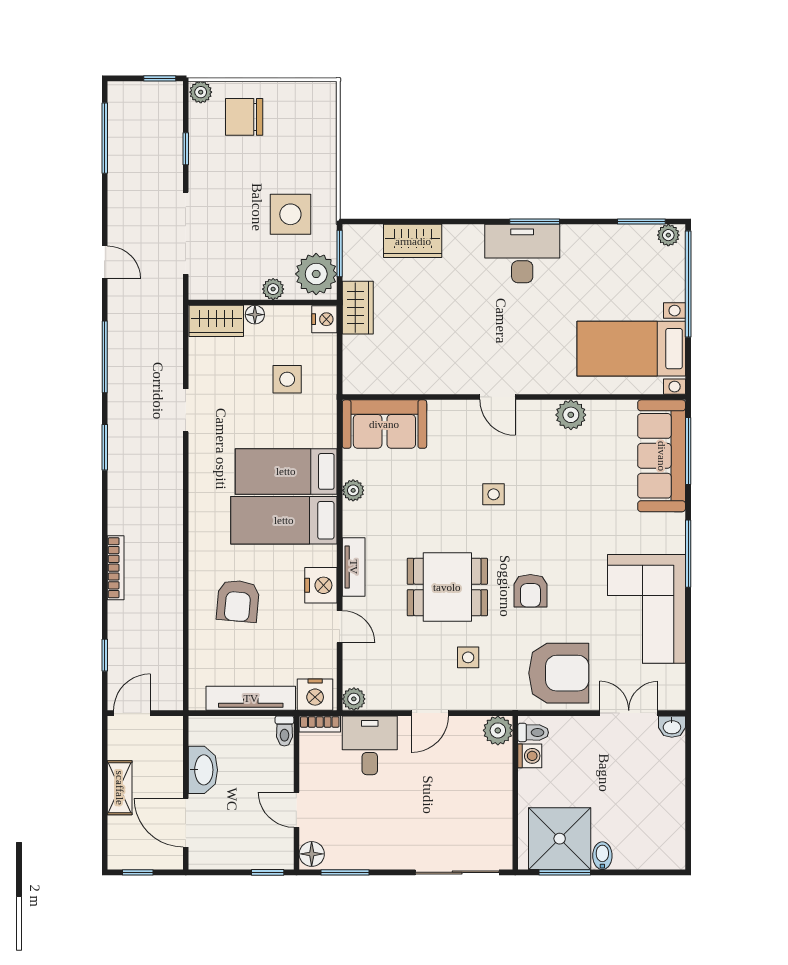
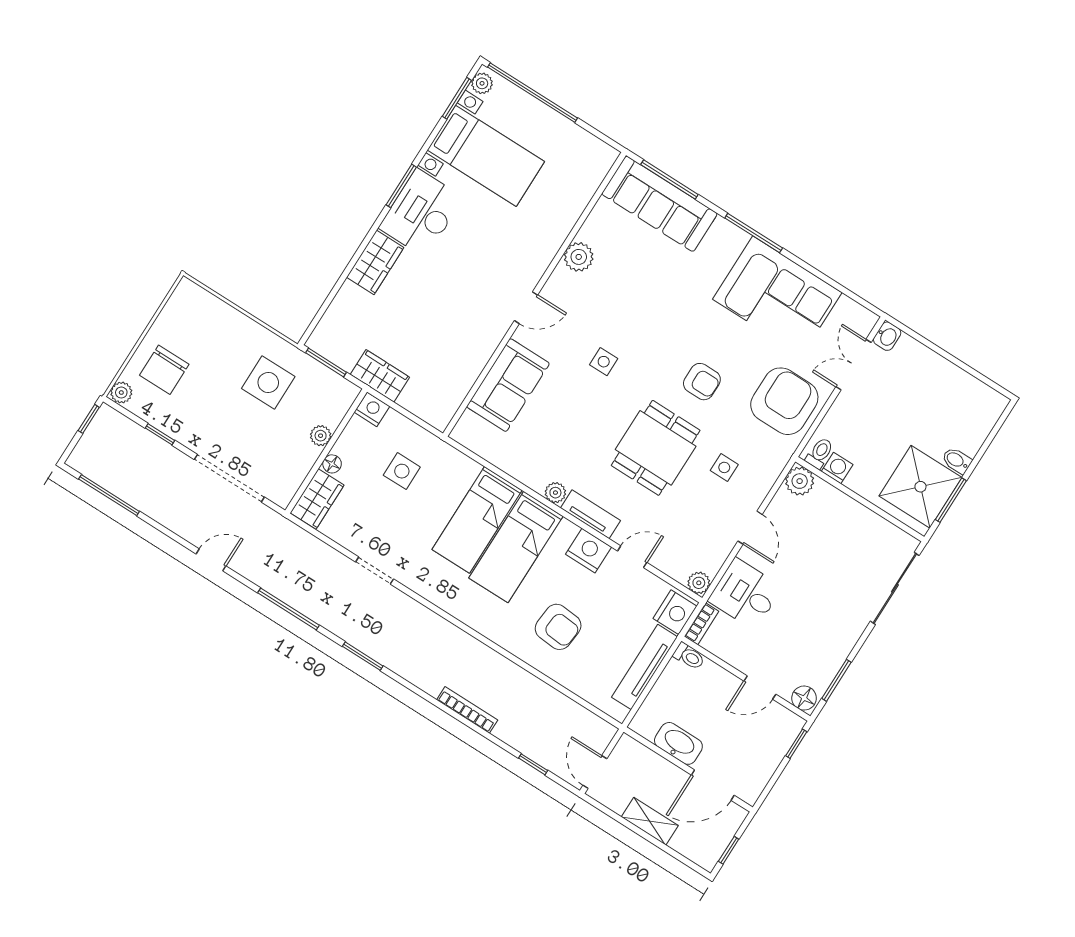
wardrobe: (413, 241) -> (375, 262), moved
plant: (316, 274) -> (331, 392), removed
bed with nightstands: (631, 349) -> (486, 156), moved, turned -90
sofa: (384, 424) -> (508, 385), moved
plant: (353, 490) -> (555, 493), moved

